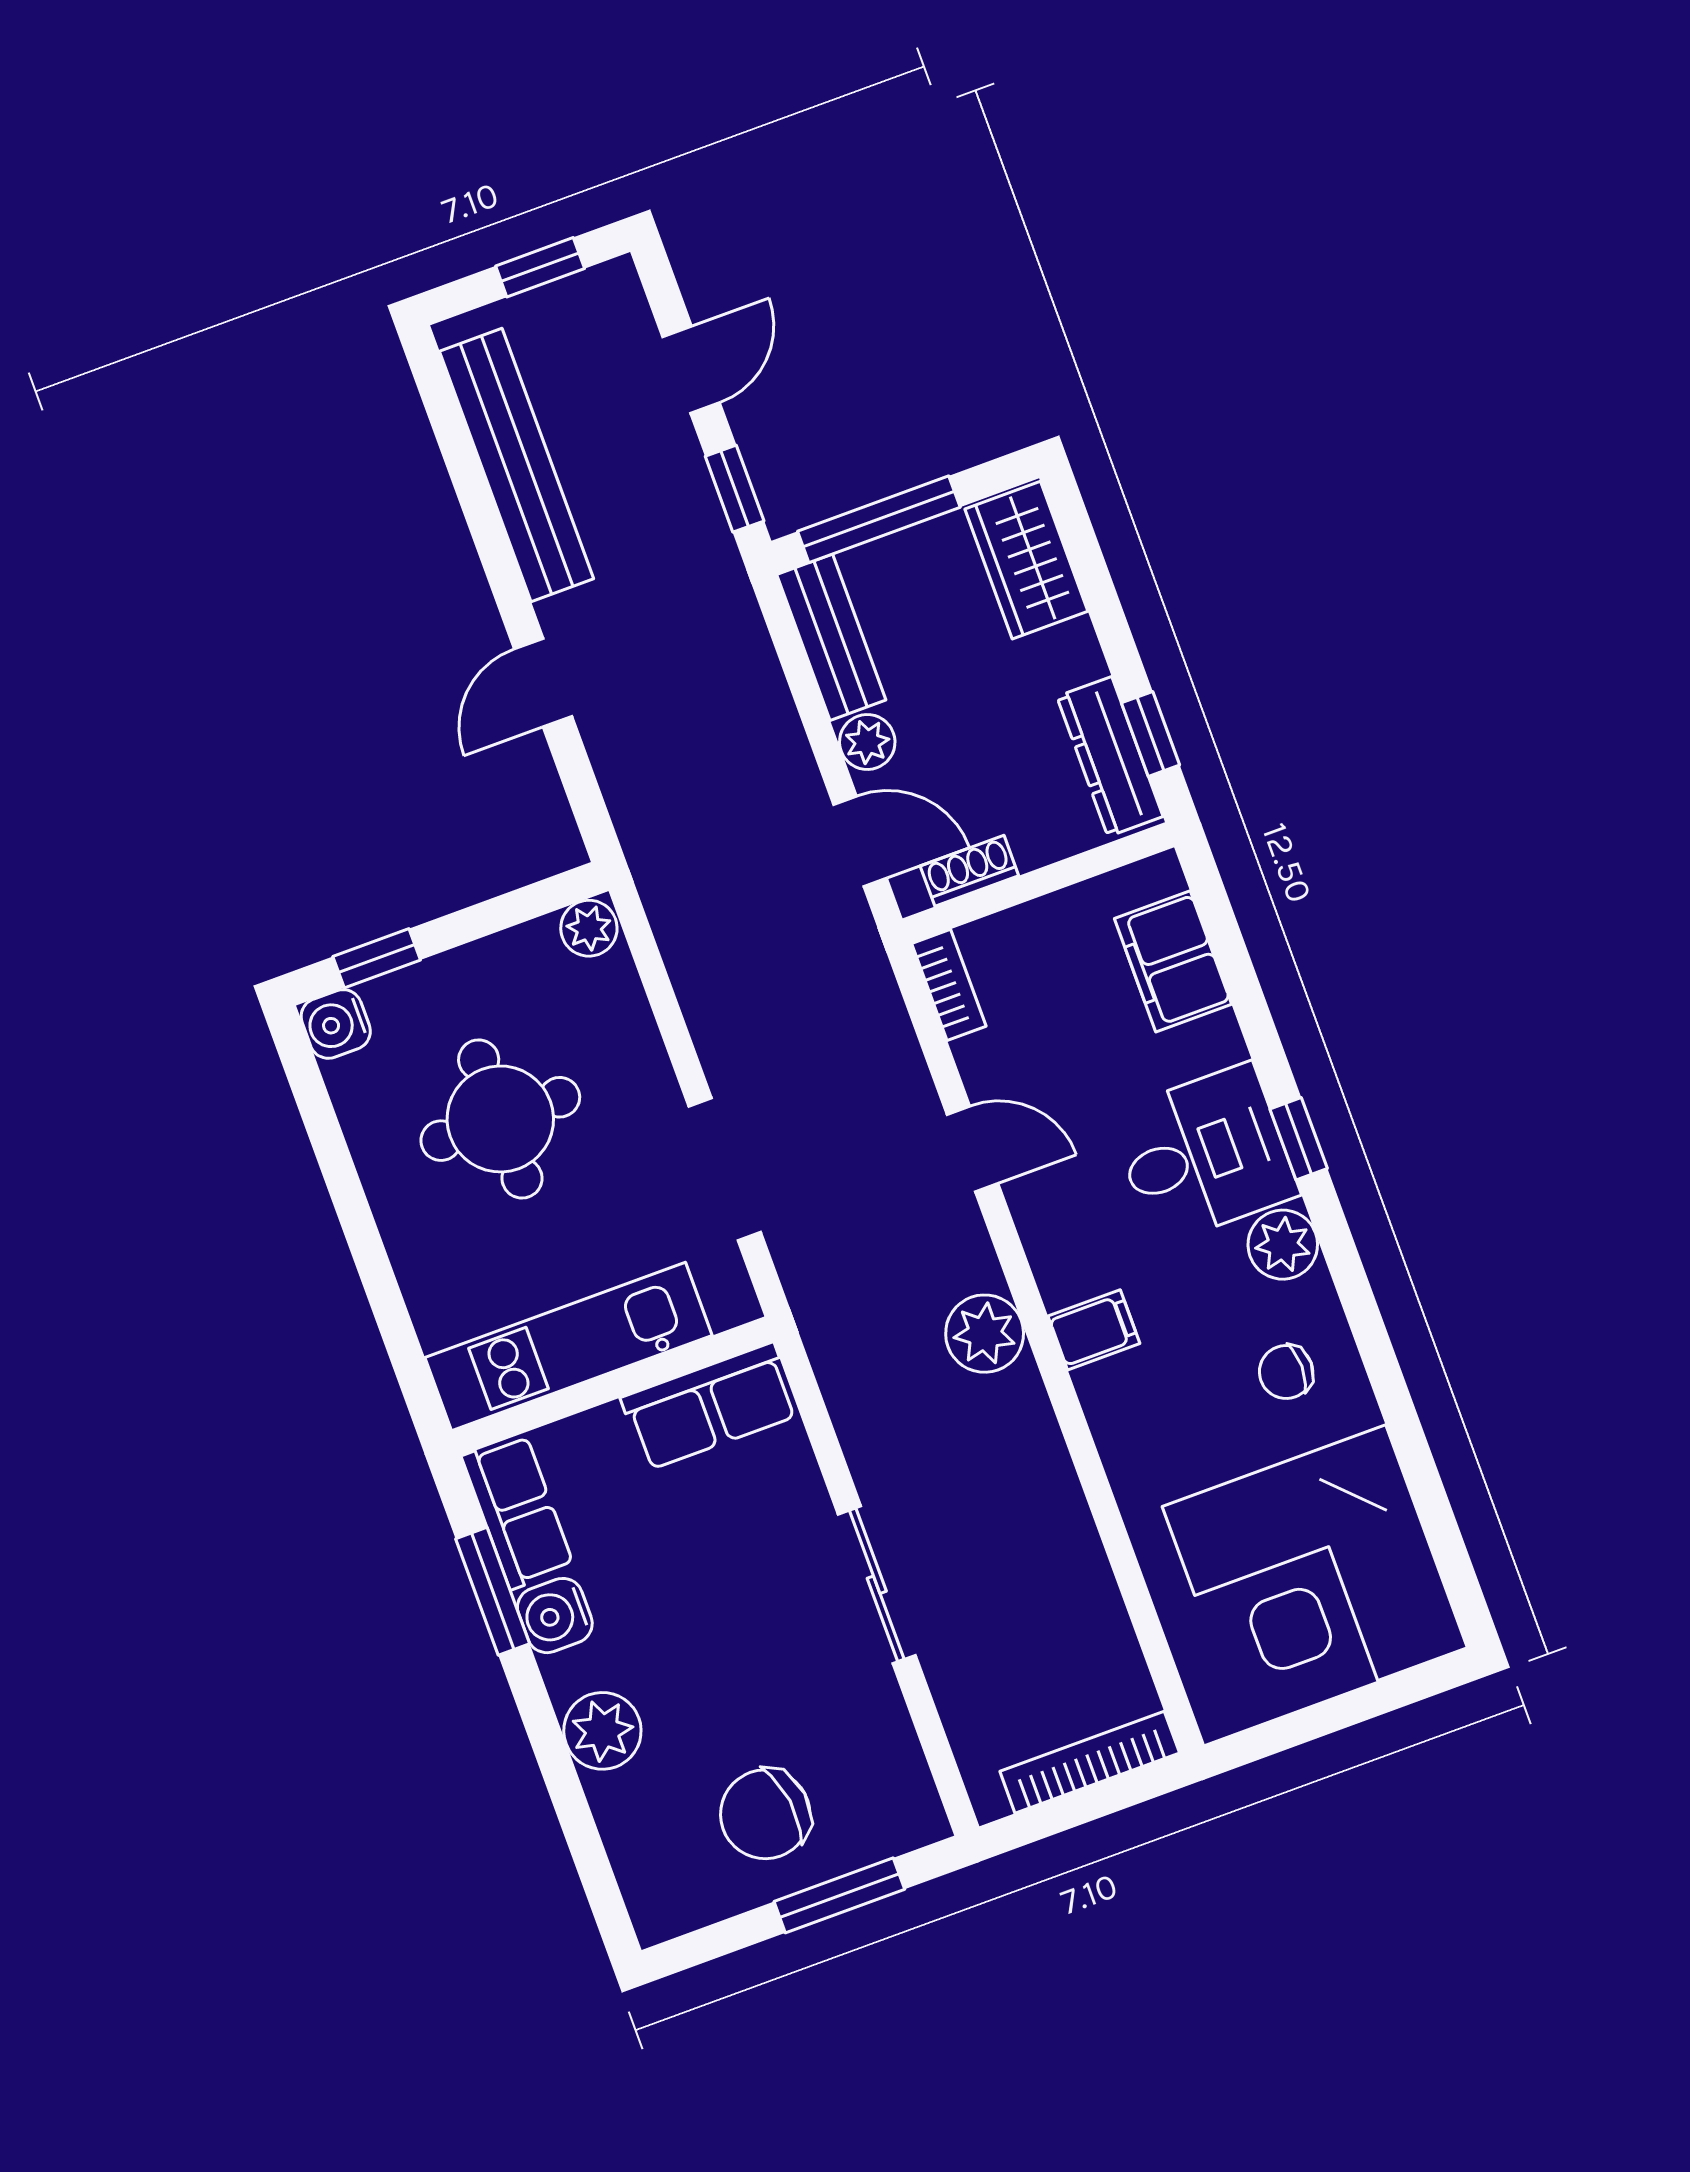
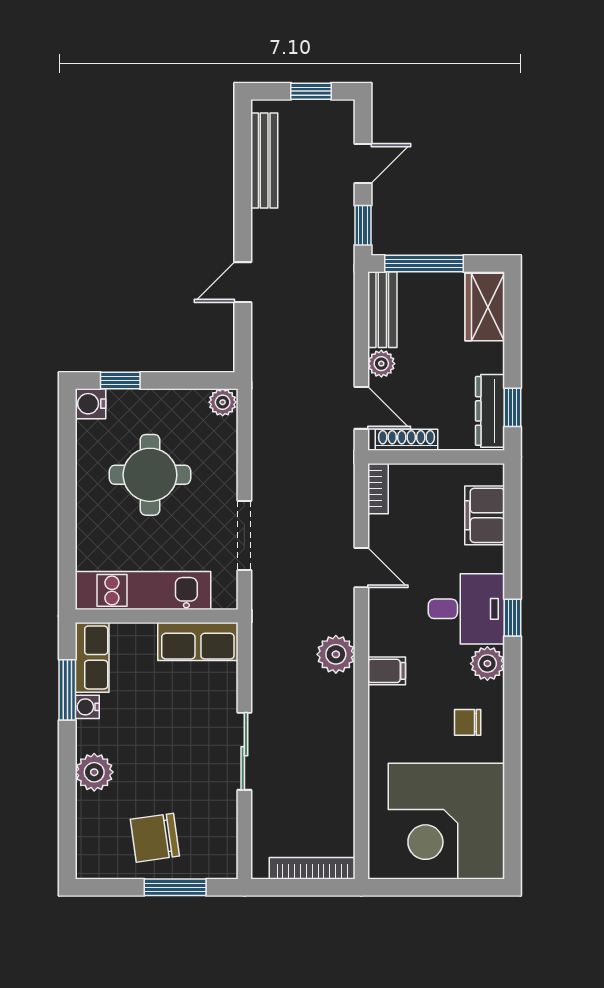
bench: (517, 465) -> (264, 160), width x0.73, depth x0.82
shoe rack: (969, 871) -> (407, 440), width x1.43
water cooler: (555, 1616) -> (87, 707), width x0.72, depth x0.72

